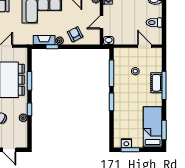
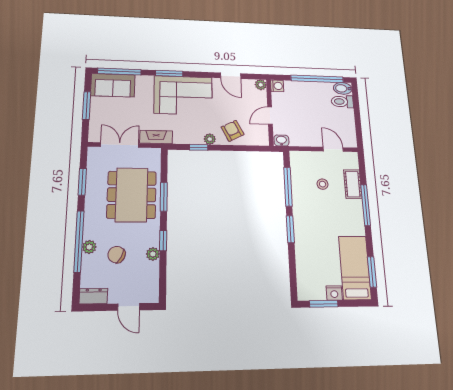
toilet: (154, 23) -> (342, 102), moved
fireplace: (44, 40) -> (156, 137), moved
cot: (156, 83) -> (353, 184), moved
nightstand: (126, 143) -> (334, 293), moved

